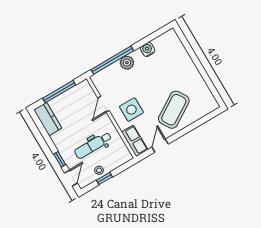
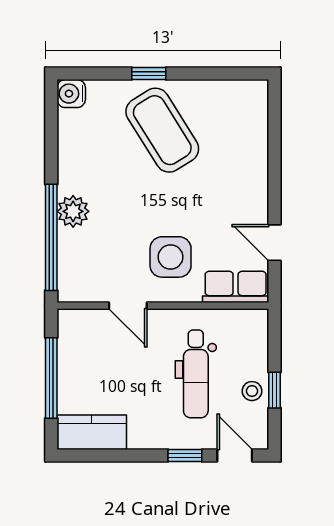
water cooler: (148, 49) -> (71, 94), moved
window: (196, 60) -> (149, 74), added
coffee table: (174, 110) -> (162, 130), moved

